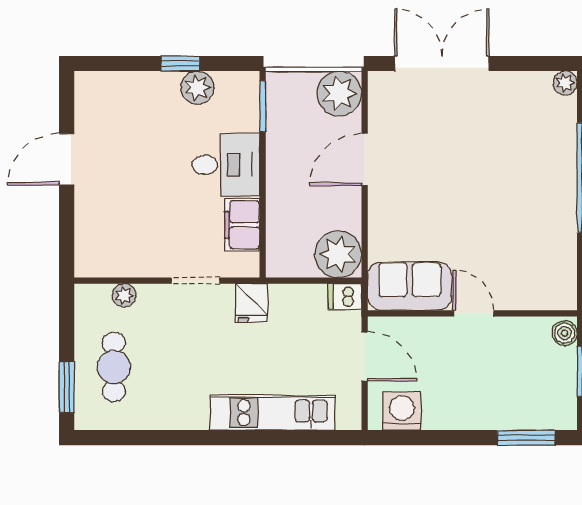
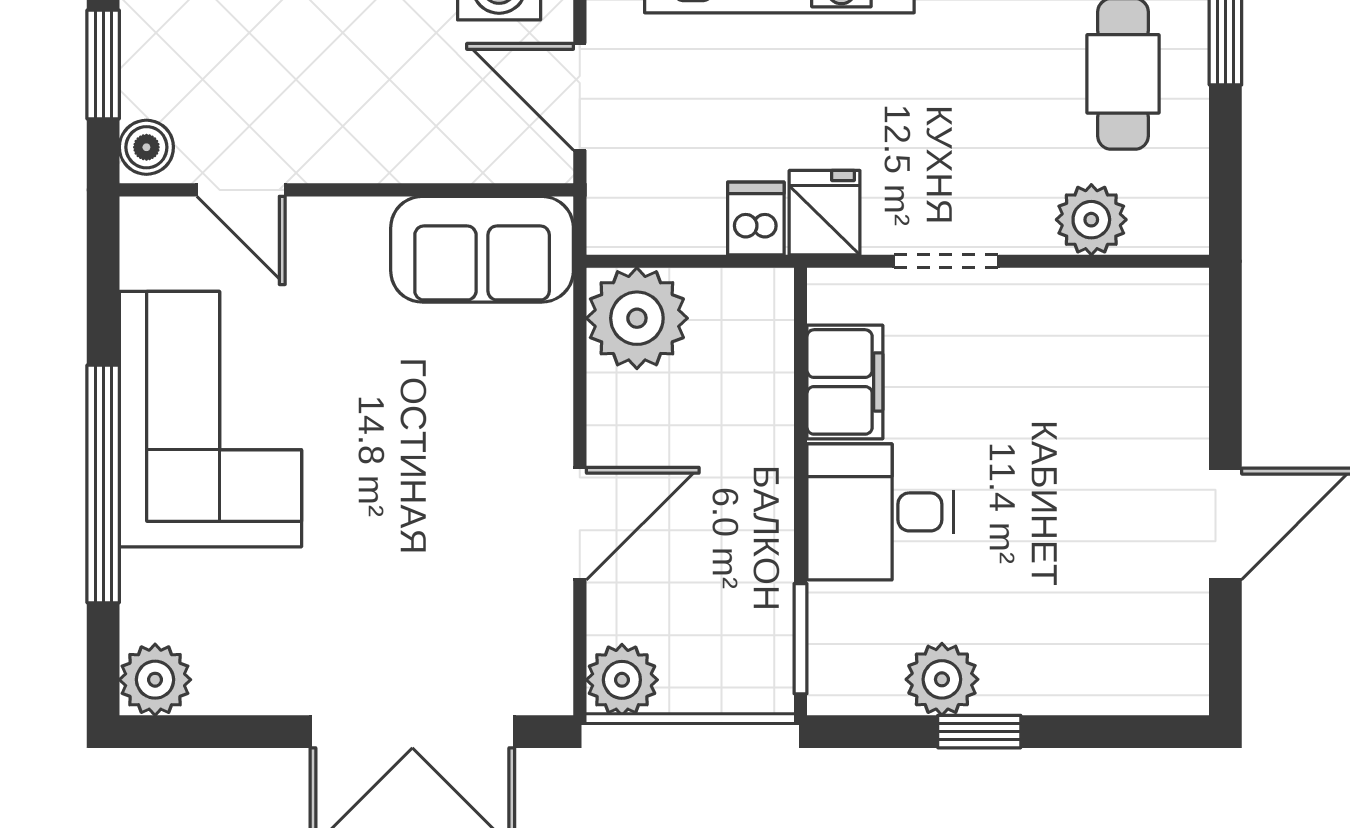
plant: (565, 83) -> (155, 680), width x1.38, depth x1.38
plant: (339, 93) -> (622, 680), width x0.73, depth x0.73
corner sofa: (535, 208) -> (210, 419), added
plant: (124, 295) -> (1091, 220), width x1.38, depth x1.38
dishwasher: (345, 297) -> (756, 218), moved, turned -90
door: (474, 313) -> (241, 190), moved

